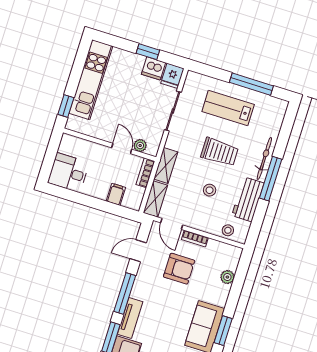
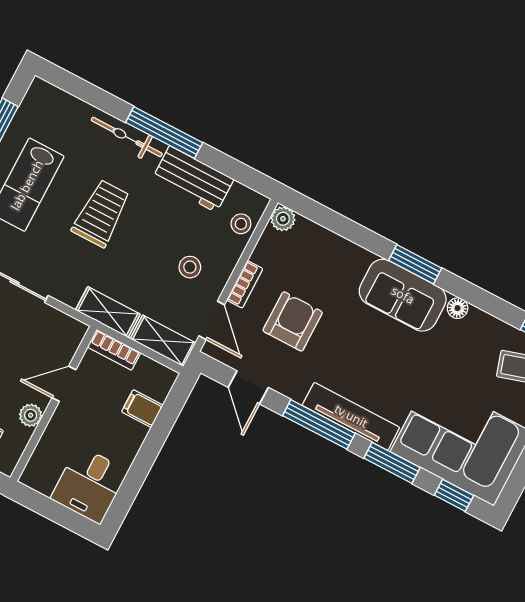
plant: (140, 145) -> (31, 415), moved
stool: (210, 190) -> (190, 267), moved
door: (172, 224) -> (212, 320), hinge flipped
plant: (227, 277) -> (283, 219), moved
tv unit: (130, 318) -> (351, 416), width x1.41

